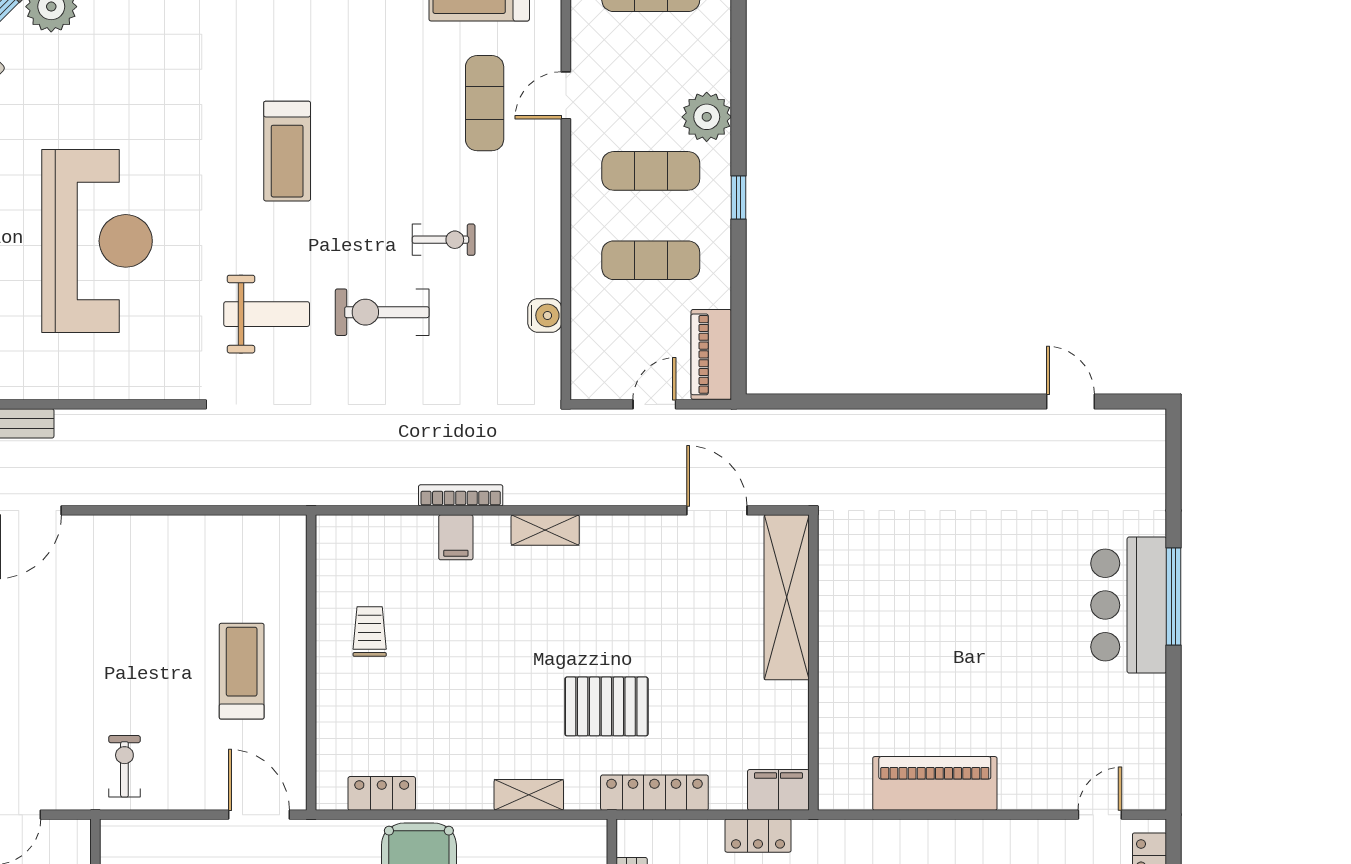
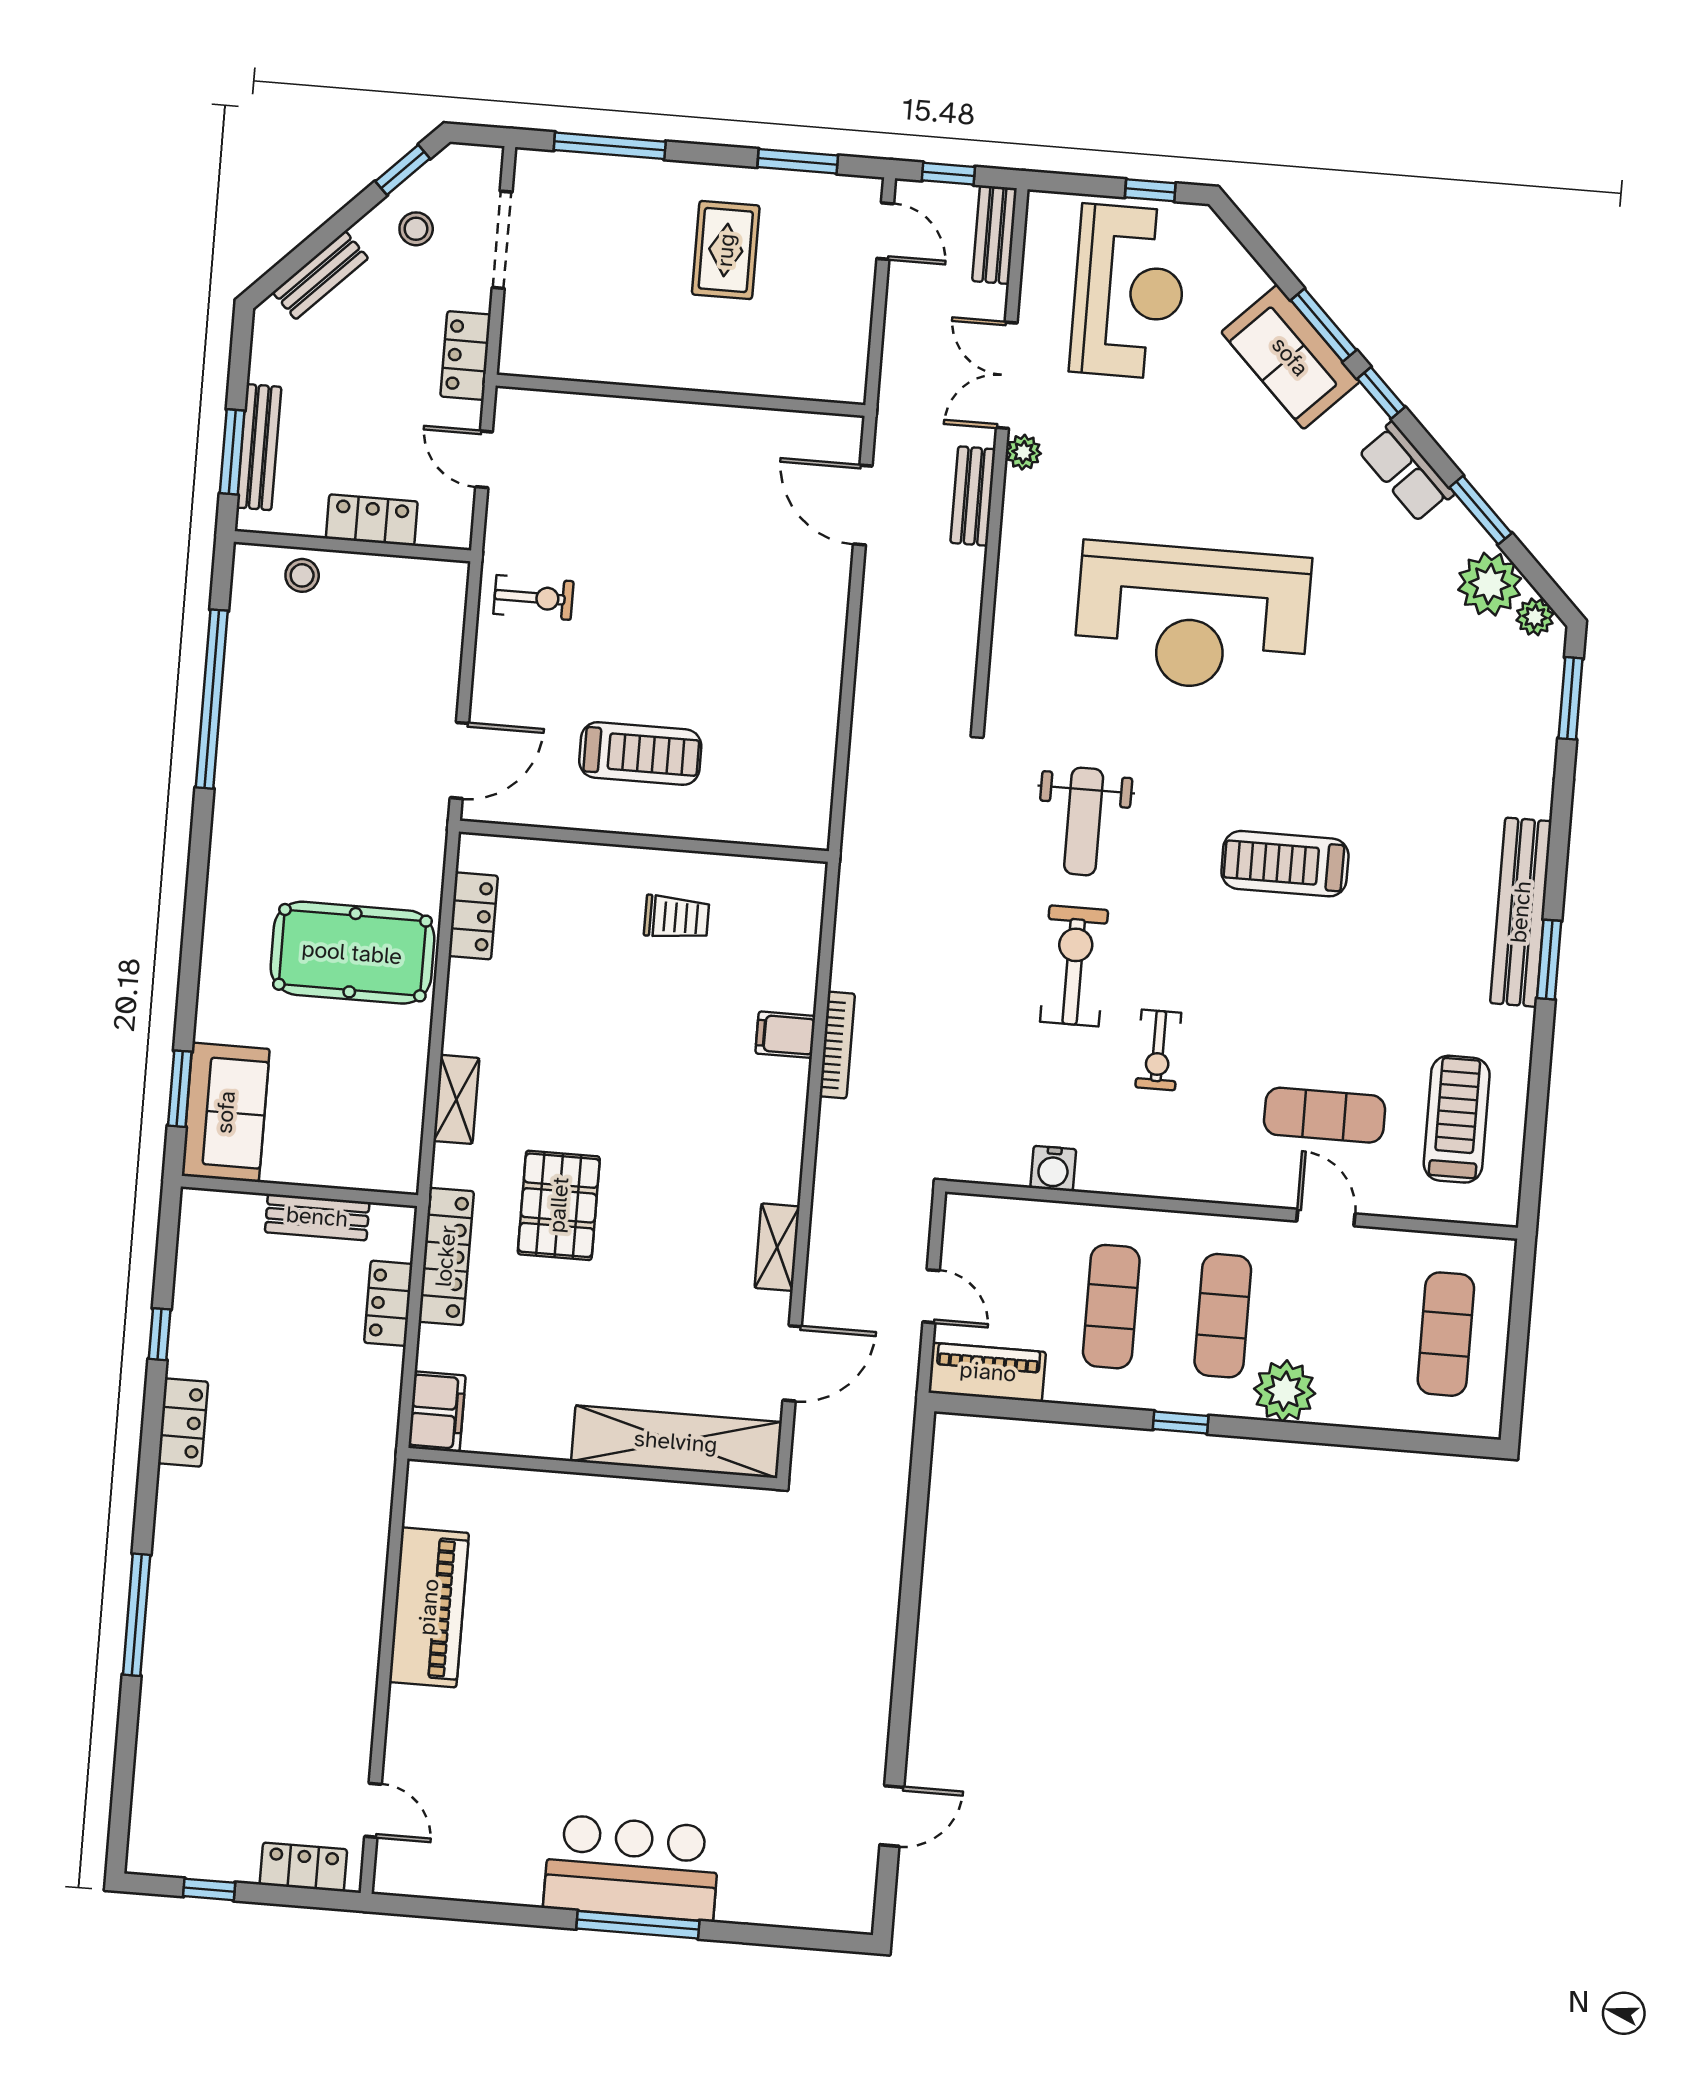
shelving: (545, 530) -> (777, 1247), moved
locker: (758, 836) -> (388, 1303), moved

